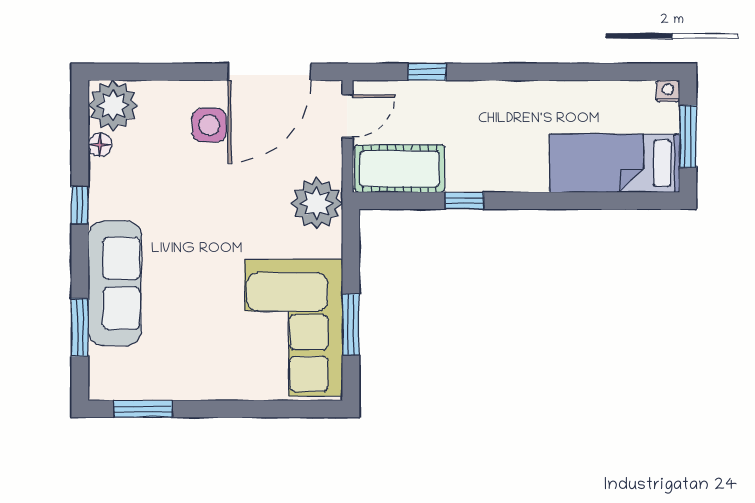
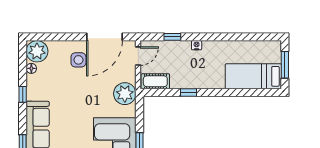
nightstand: (668, 91) -> (197, 45), moved
cot: (400, 169) -> (155, 81), width x0.73, depth x0.75

